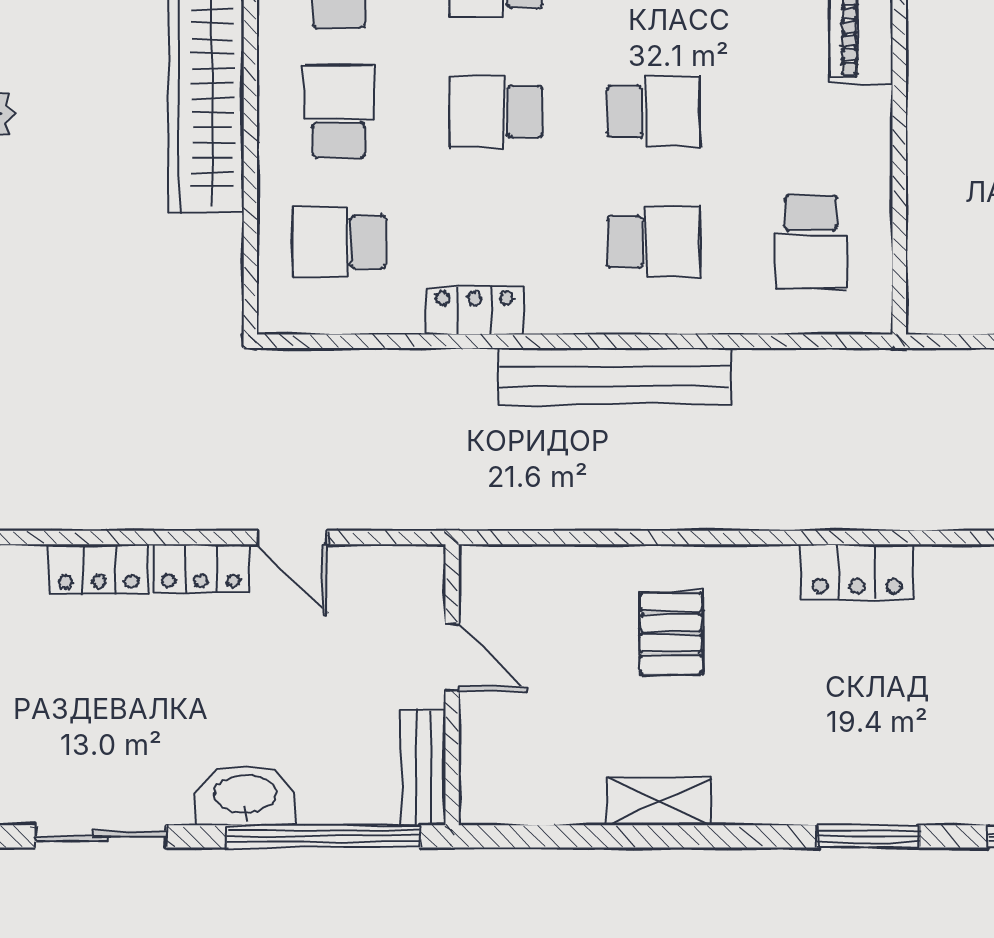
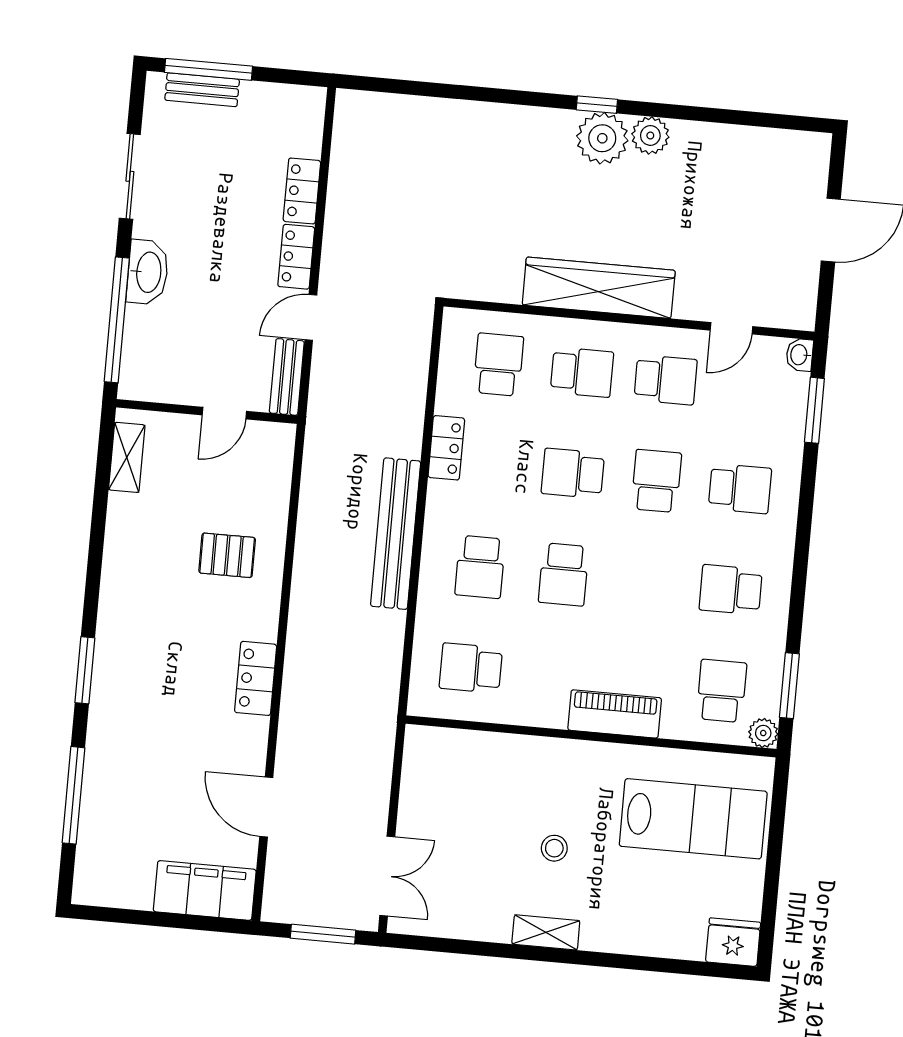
school desk: (496, 112) -> (573, 473), turned -90
bench: (423, 768) -> (287, 377), moved, turned 90
shelving: (659, 802) -> (127, 457), moved

